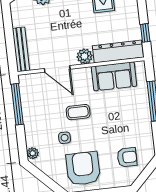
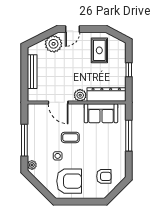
window: (145, 33) -> (129, 70), moved
bench: (21, 49) -> (32, 72), moved
window: (17, 104) -> (24, 140), moved
armchair: (83, 168) -> (69, 181), turned 90

